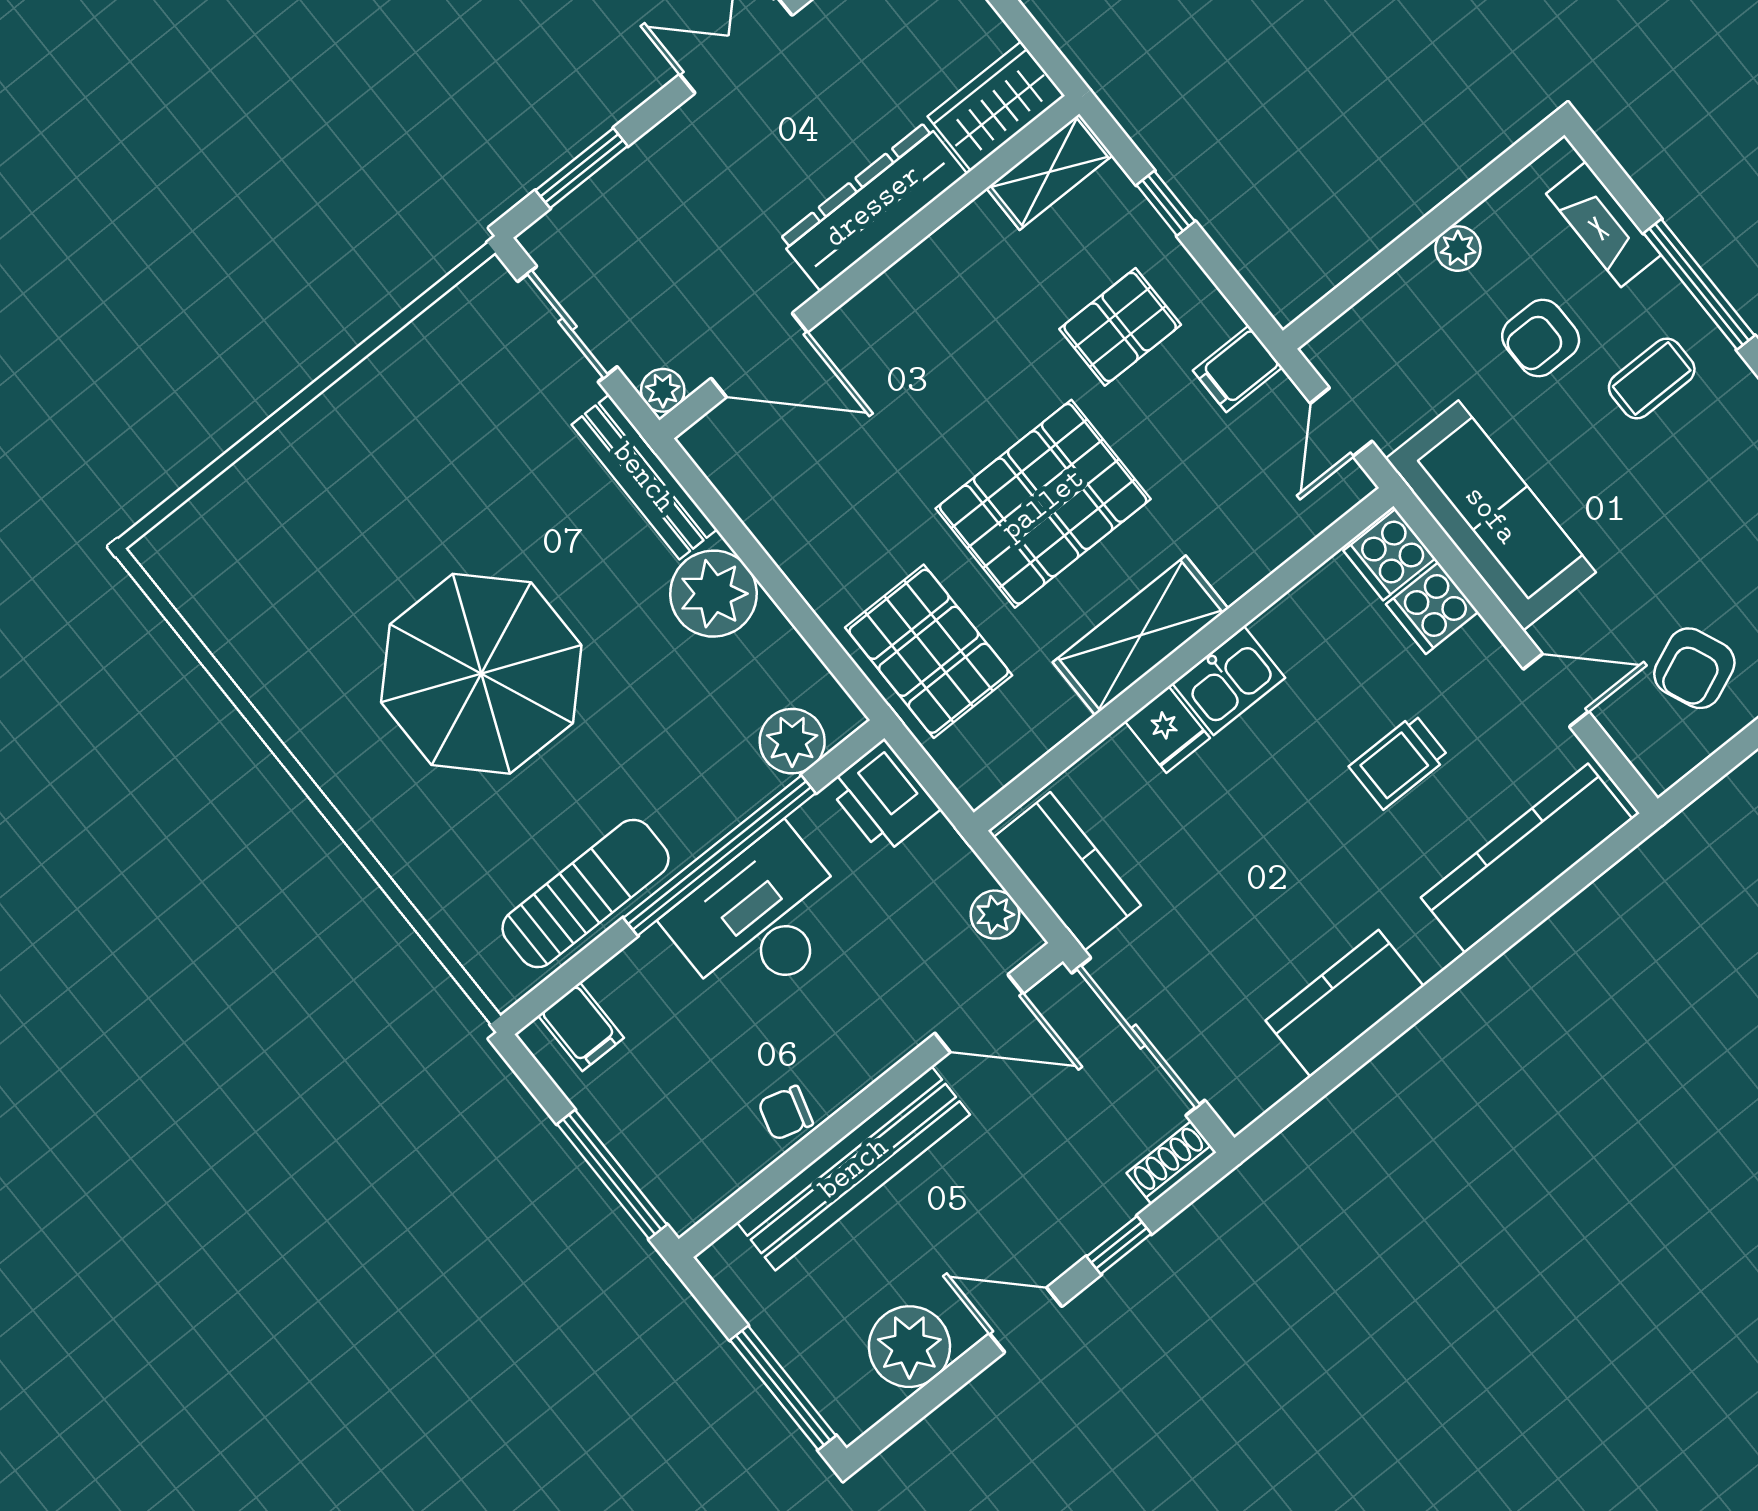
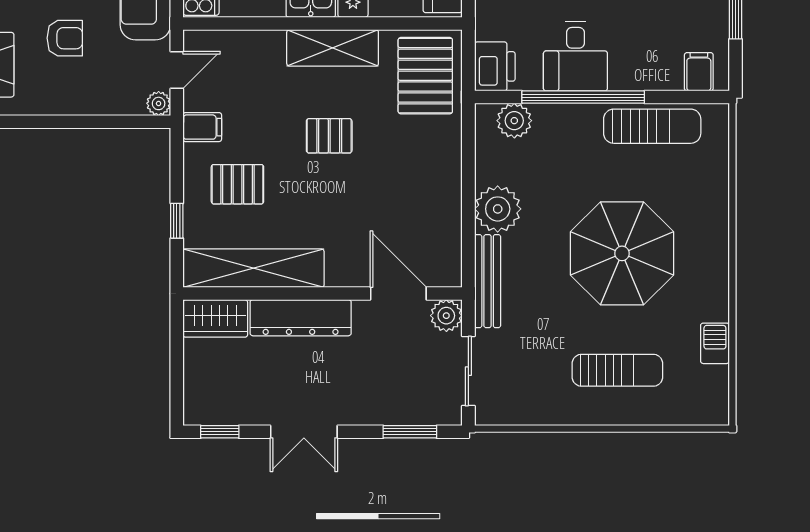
shelving: (1049, 172) -> (253, 268), width x2.20, depth x1.33
plant: (1458, 249) -> (159, 103), moved
plant: (663, 390) -> (446, 316), width x1.38, depth x1.38
sun lounger: (352, 499) -> (617, 370), added
pallet: (1043, 504) -> (329, 136), width x0.49, depth x0.50
barbecue: (242, 651) -> (715, 343), added
pallet: (929, 651) -> (425, 76), moved
sun lounger: (585, 893) -> (652, 126), turned 180
desk: (761, 919) -> (575, 56), width x0.73

